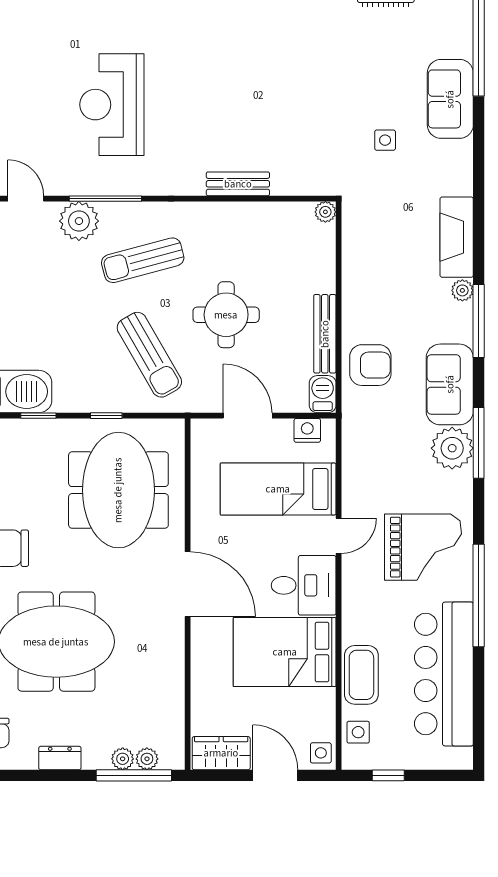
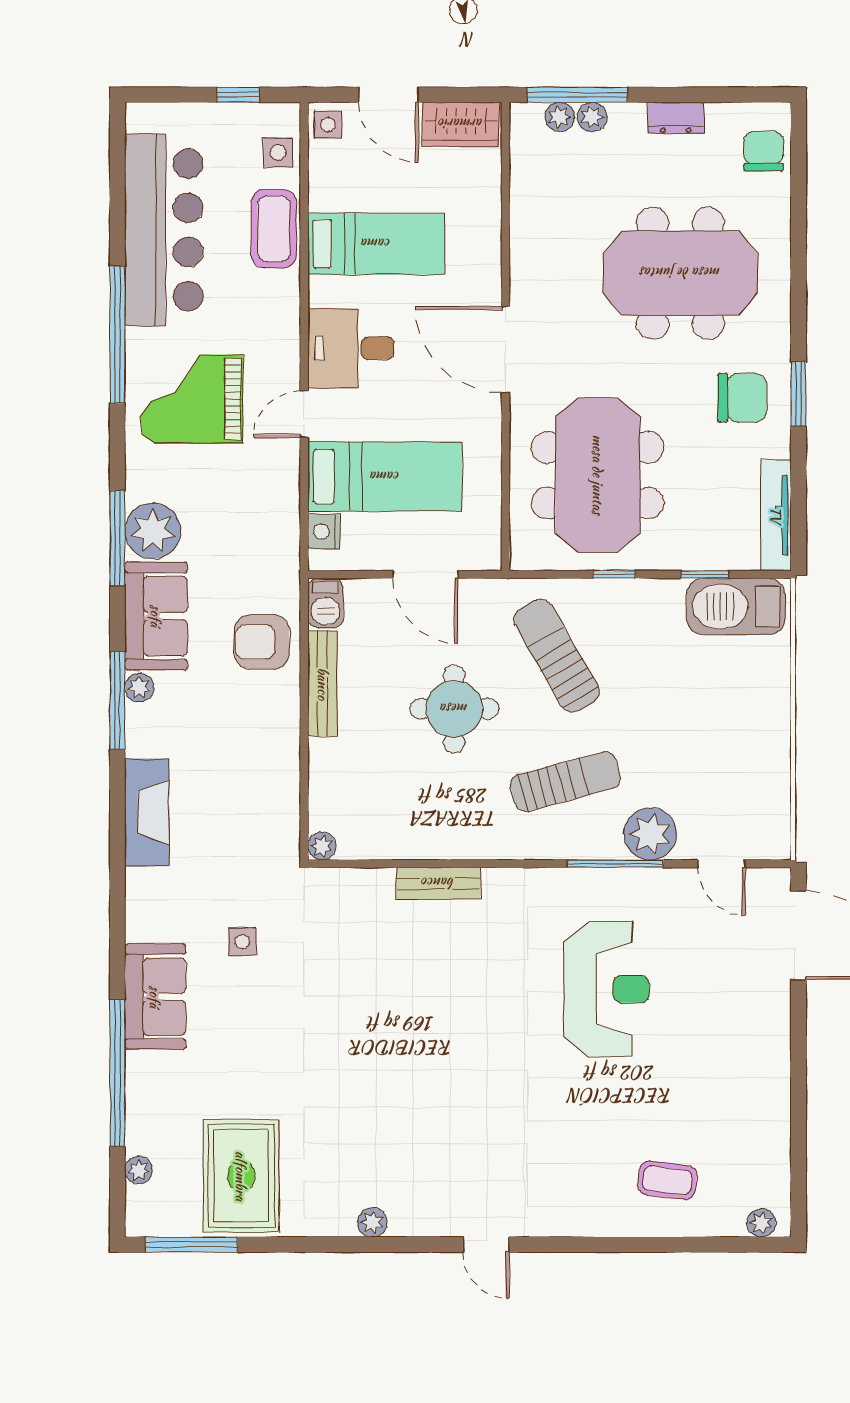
plant: (462, 290) -> (139, 687), moved
nightstand: (307, 430) -> (324, 532), moved, turned 90
bed: (285, 652) -> (376, 244), width x0.67

